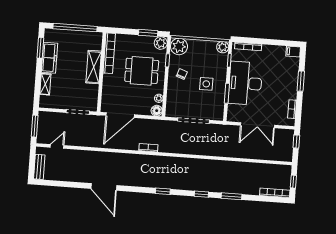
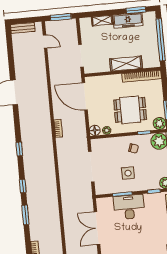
dining table: (142, 71) -> (130, 110), turned 90
desk: (245, 83) -> (129, 207), width x0.73, depth x0.77

